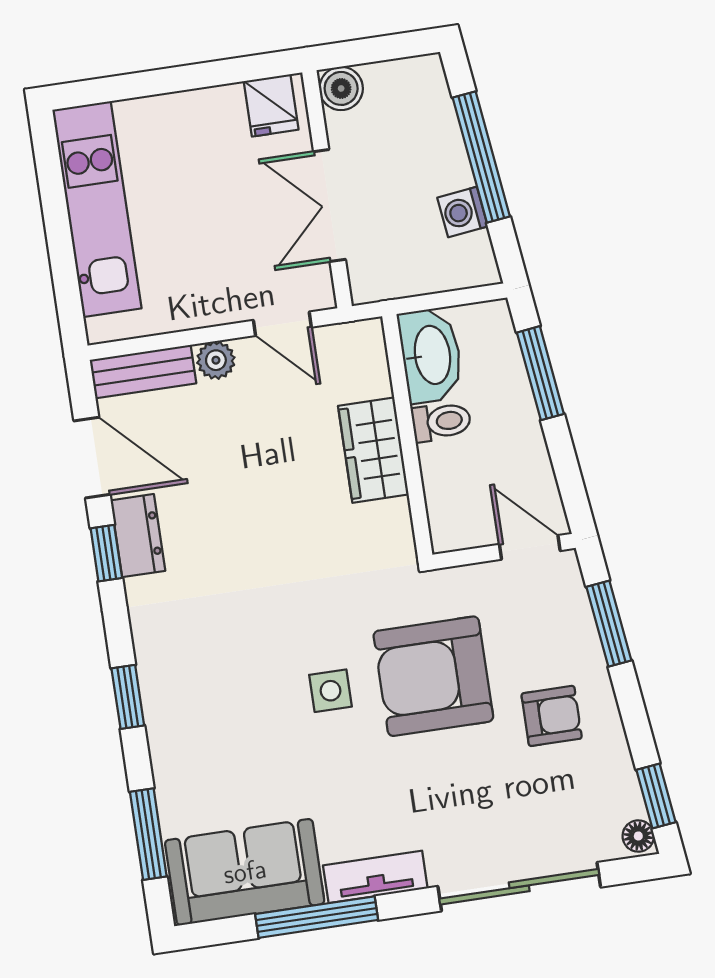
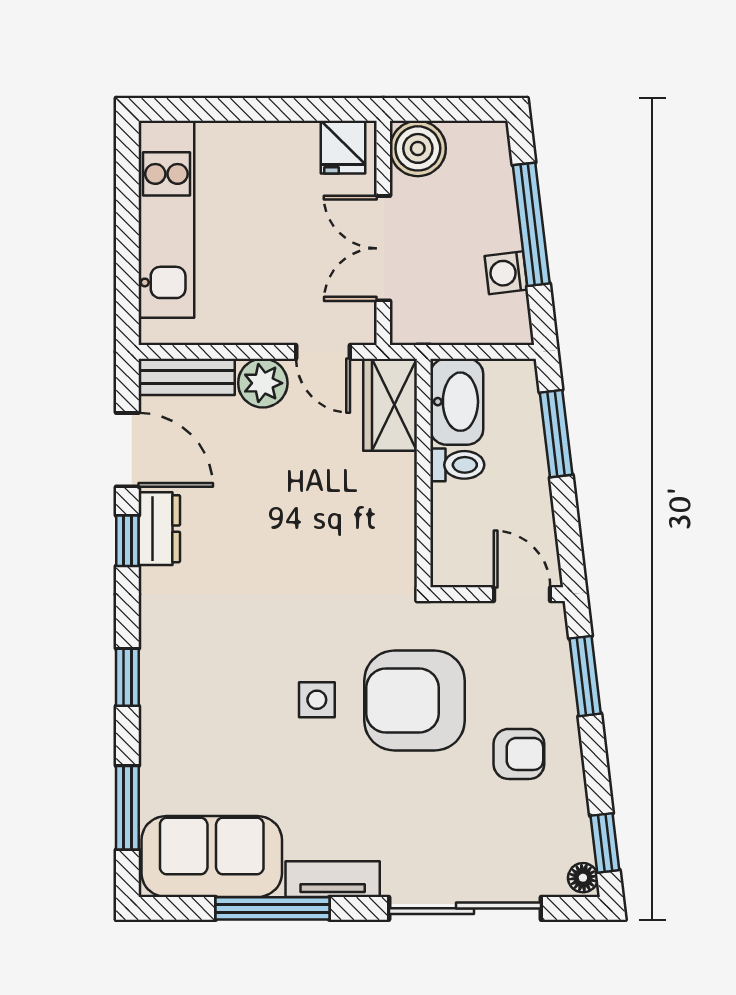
boiler: (341, 88) -> (418, 148), width x1.36, depth x1.36
plant: (216, 360) -> (263, 383), width x1.38, depth x1.38
wardrobe: (373, 450) -> (390, 405), moved

